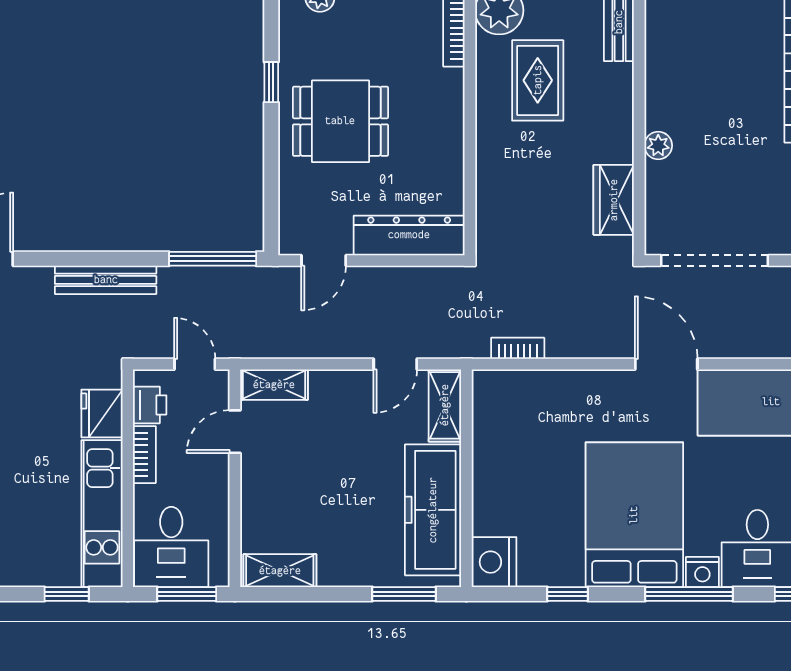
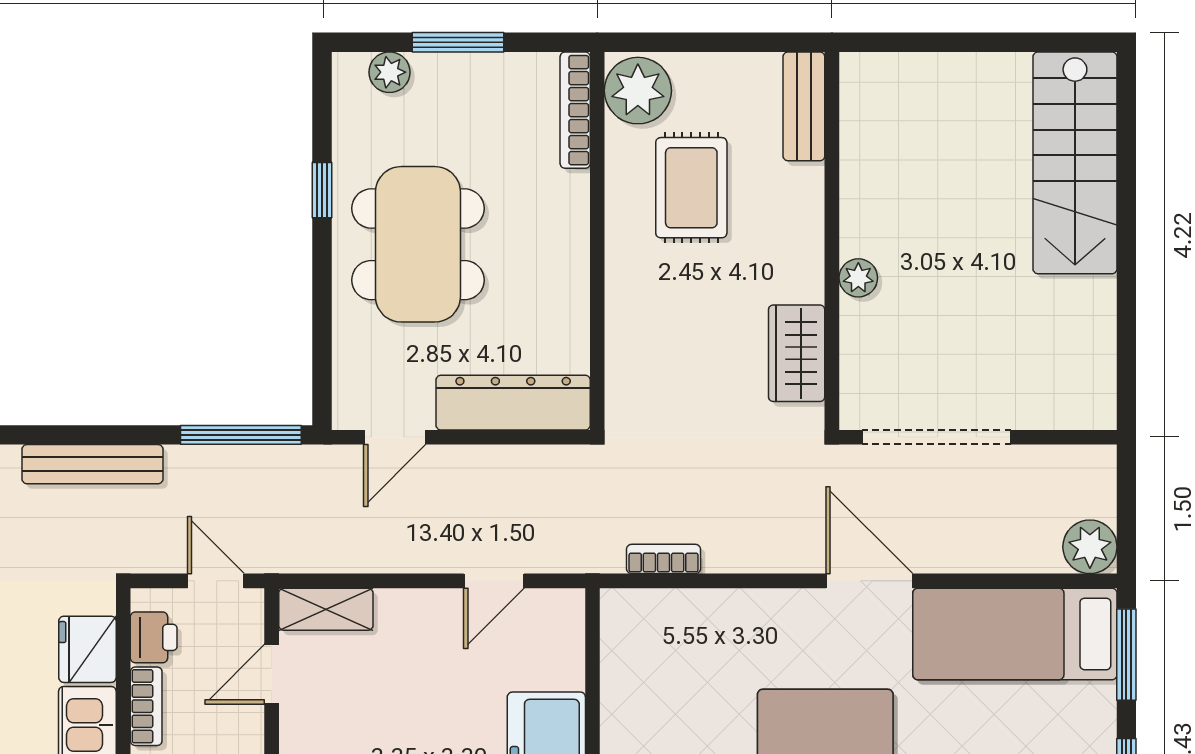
dining table: (340, 121) -> (418, 244), width x1.38
shelving: (445, 405) -> (563, 638), removed

